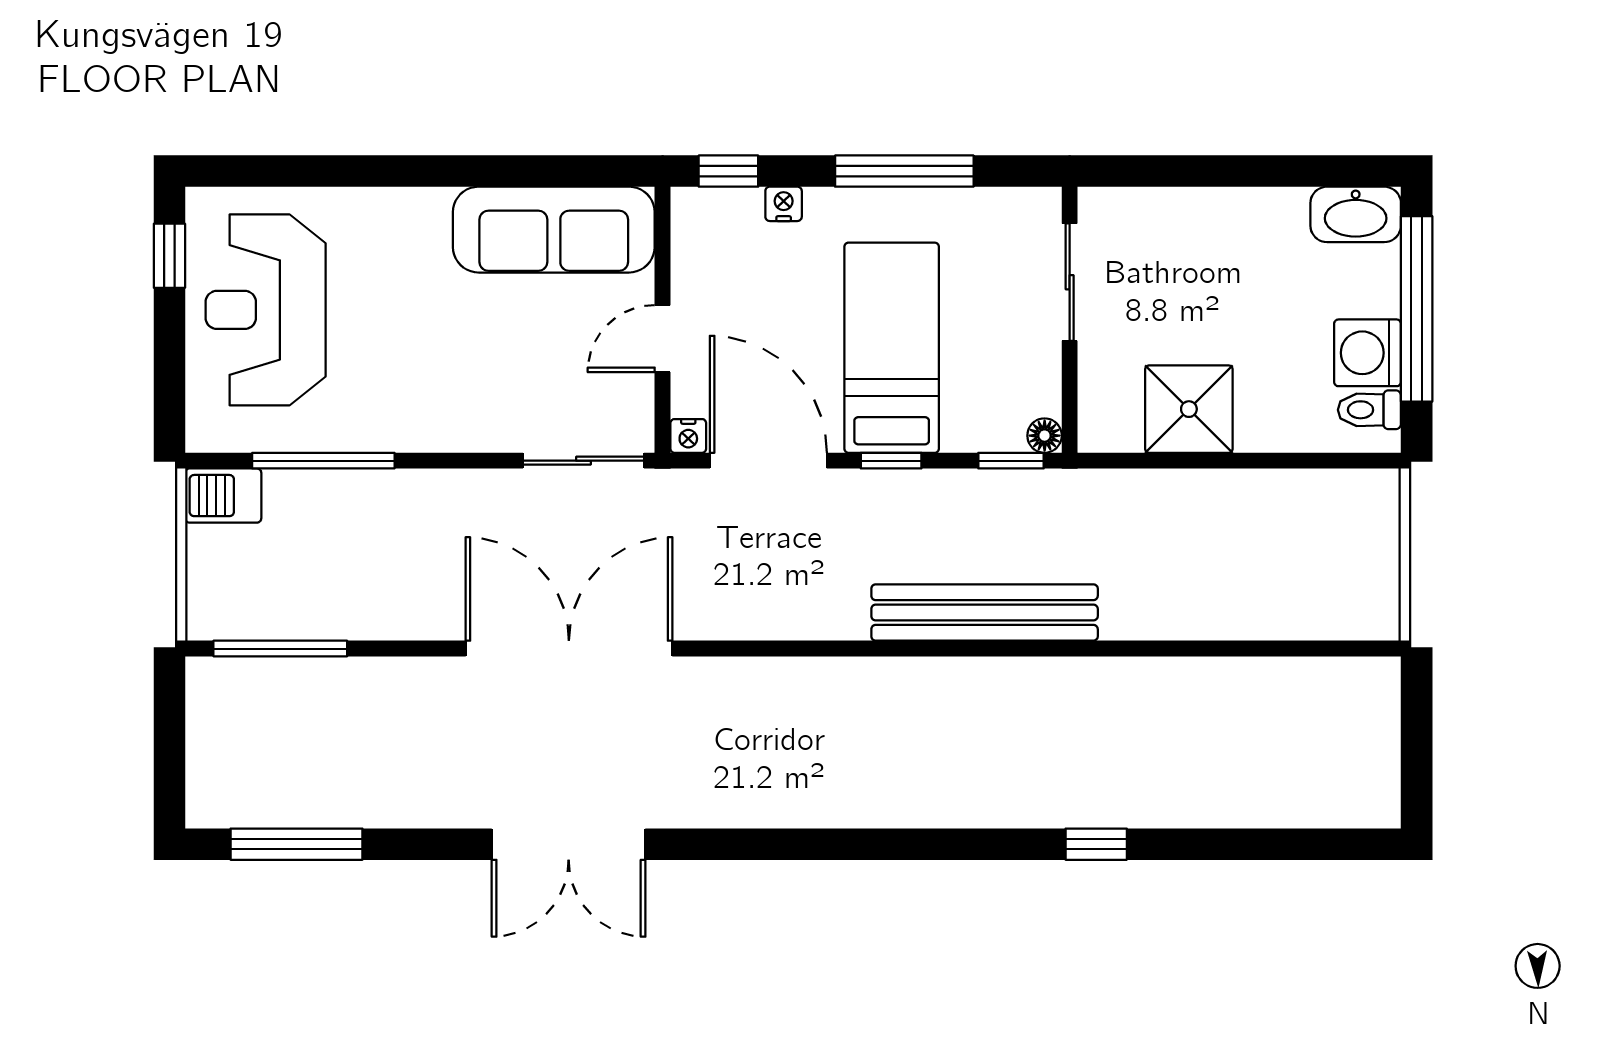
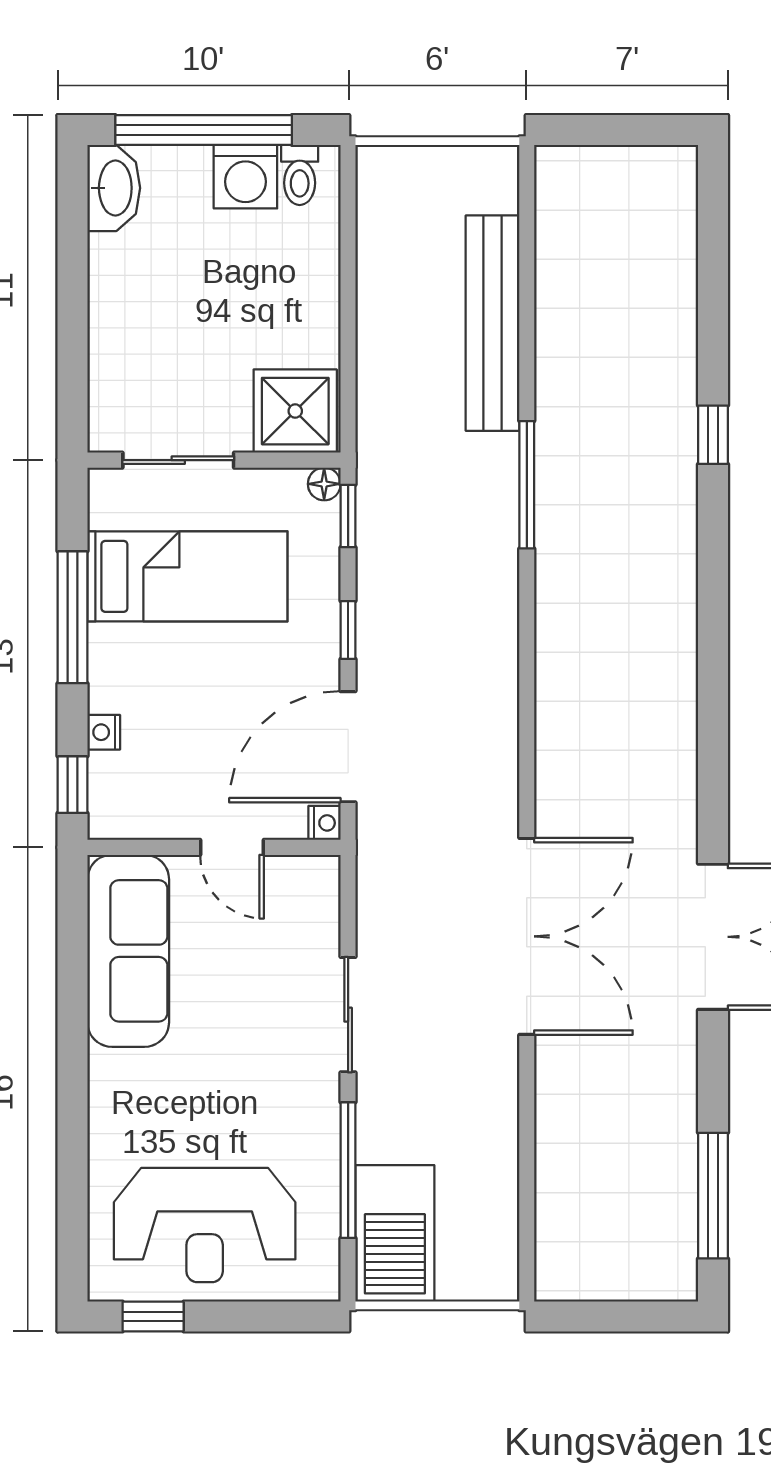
bed: (892, 348) -> (187, 576), moved, turned 180
shower: (1189, 409) -> (295, 411), moved
sliding door: (584, 461) -> (348, 1015), moved
barbecue: (223, 496) -> (395, 1233), width x1.88, depth x1.53
bench: (985, 613) -> (493, 323), moved
window: (280, 649) -> (527, 485), moved
double door: (569, 649) -> (527, 936), swing flipped

